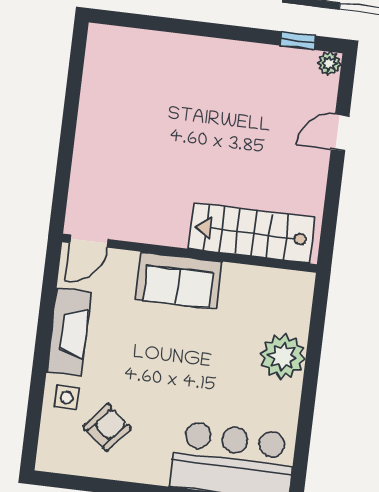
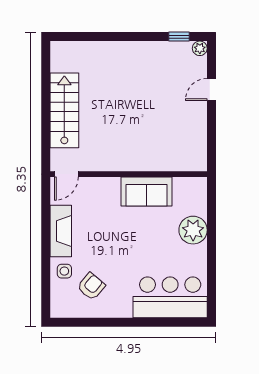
stairs: (251, 233) -> (64, 110), moved, turned 90
sofa: (179, 280) -> (146, 191), moved

